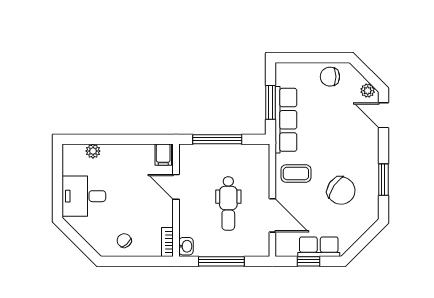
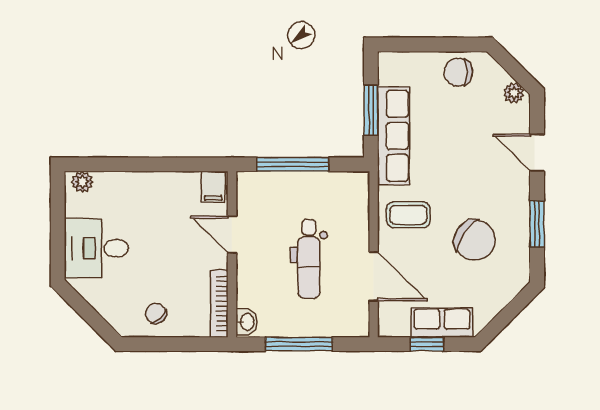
door: (383, 115) -> (537, 153), moved
plant: (93, 151) -> (82, 182), moved
bookcase: (167, 242) -> (219, 304), width x1.56

